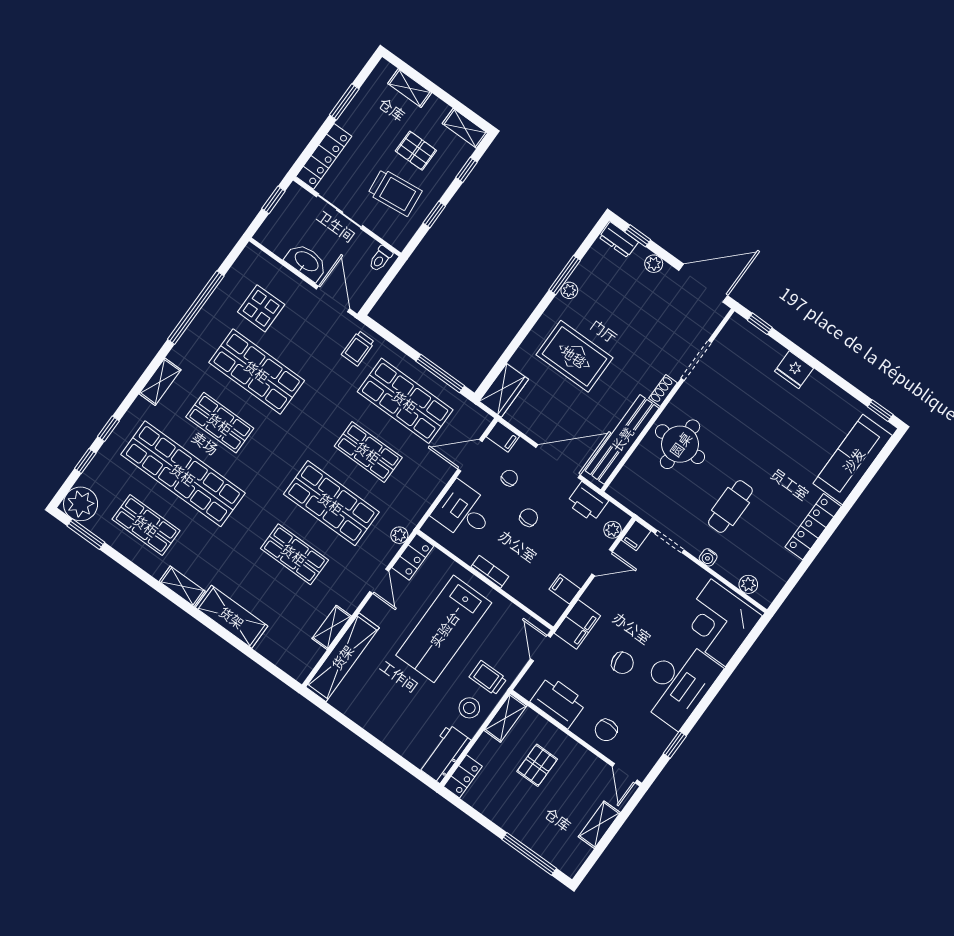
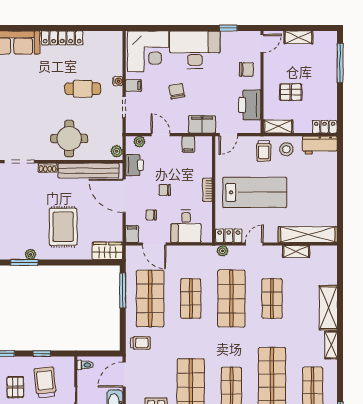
filing cabinet: (636, 535) -> (134, 85), moved
plant: (748, 584) -> (117, 151), moved
chair: (622, 663) -> (177, 91), moved

